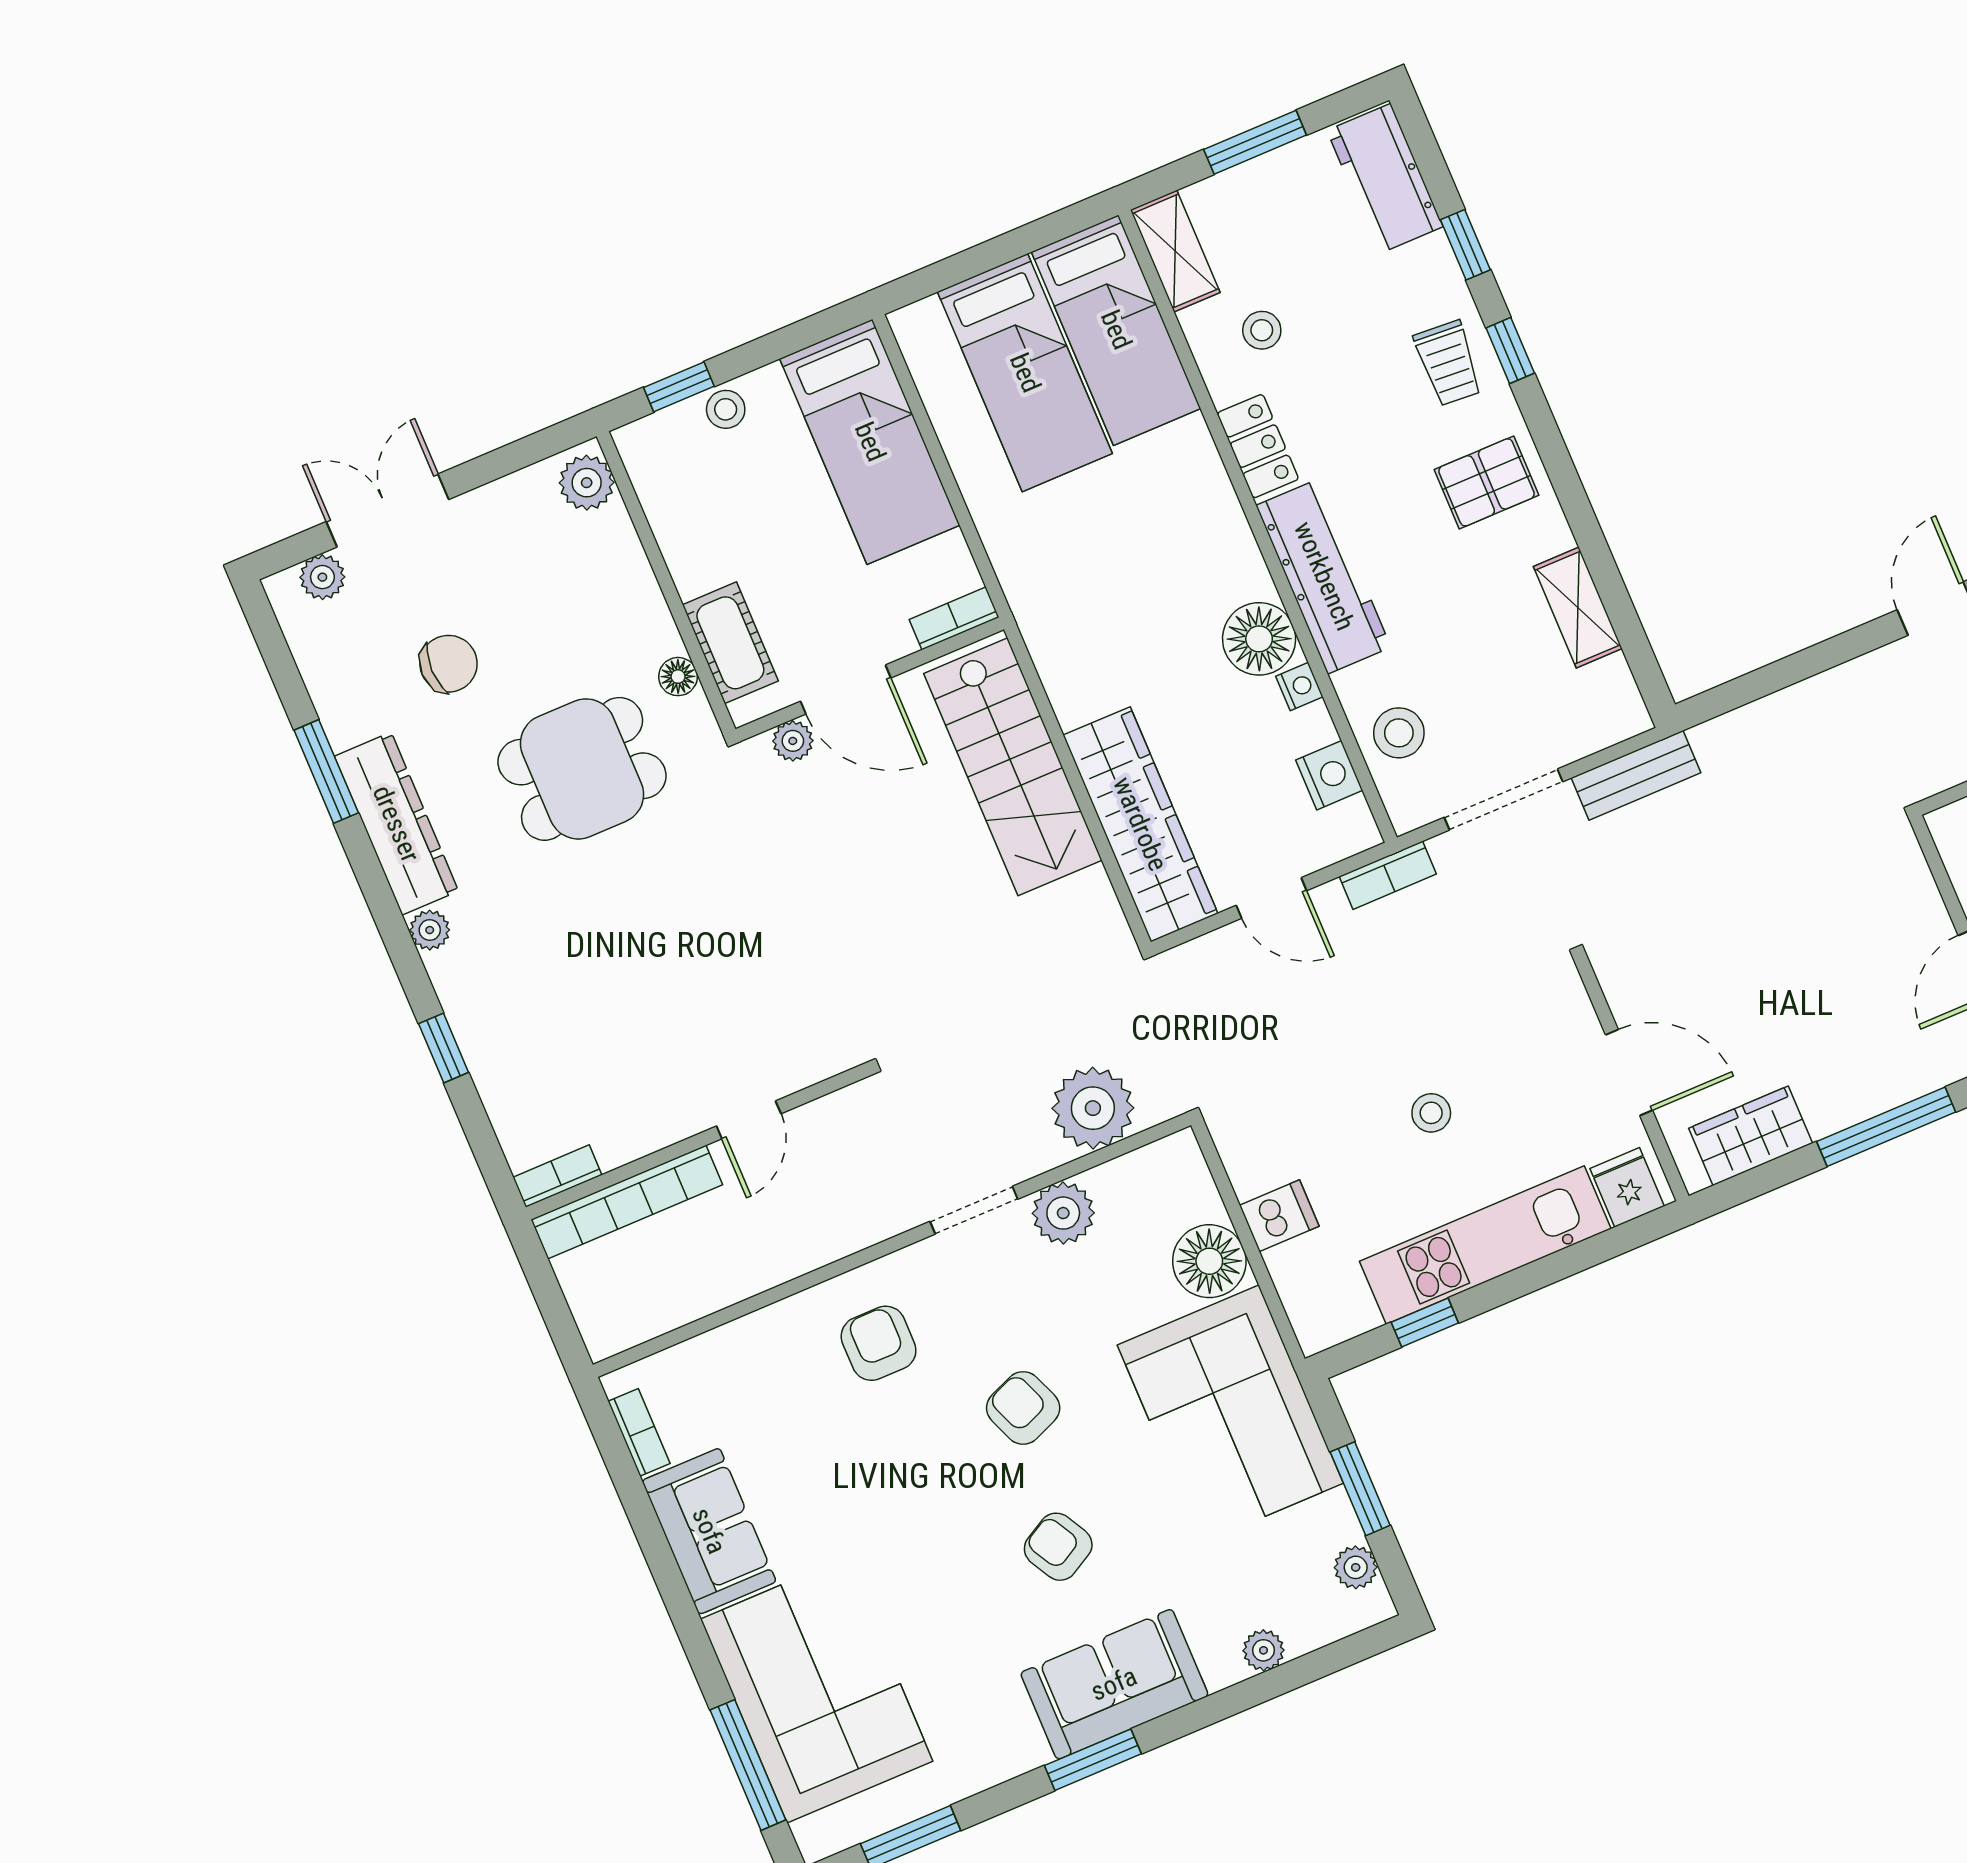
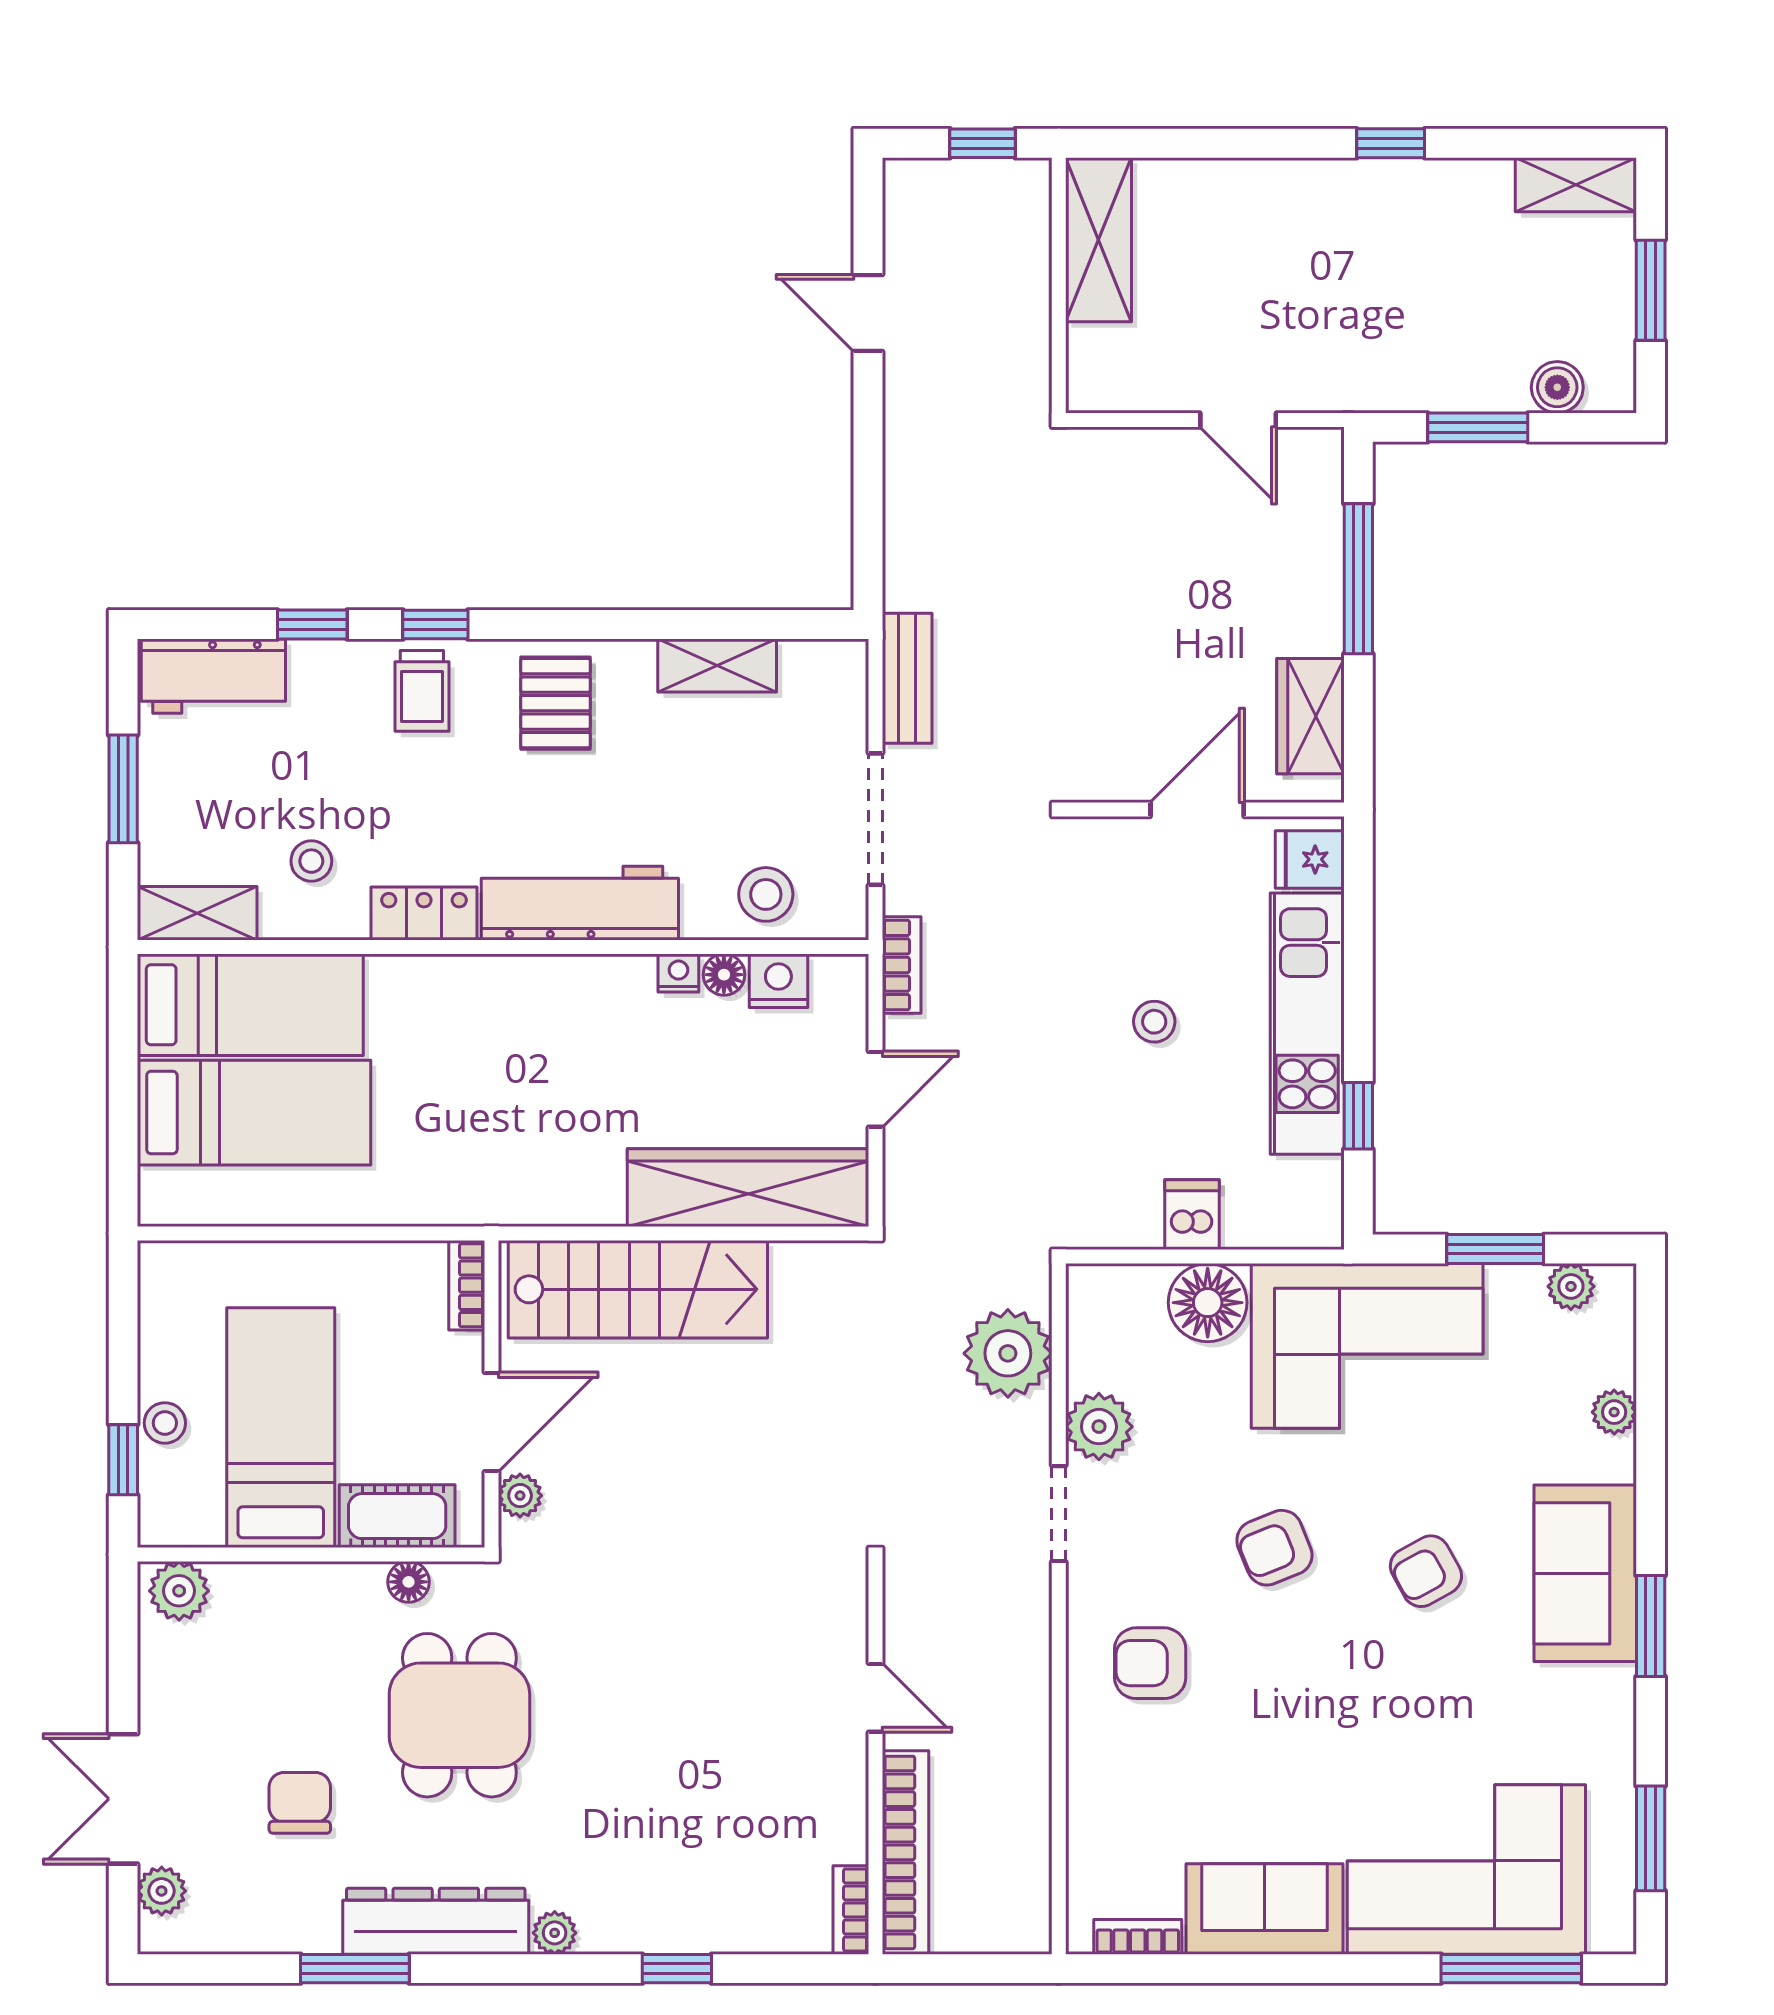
trolley: (1448, 363) -> (422, 691), turned 86
bed: (870, 442) -> (281, 1428), moved, turned -90
floor lamp: (1259, 639) -> (724, 975), moved, width x0.53, depth x0.53

